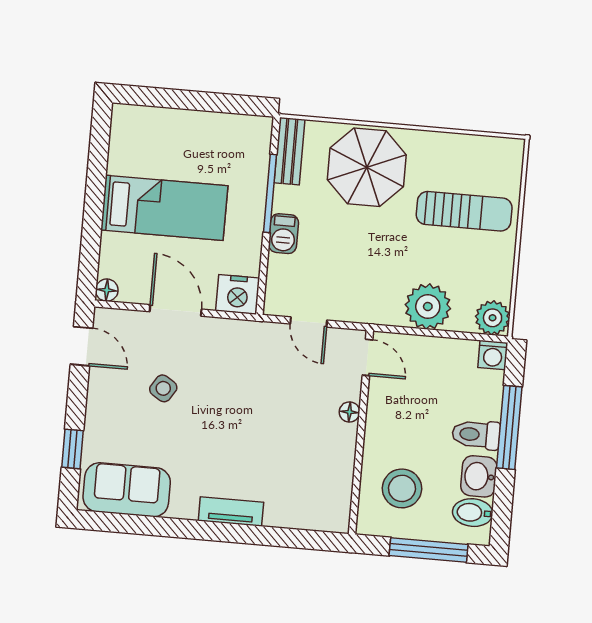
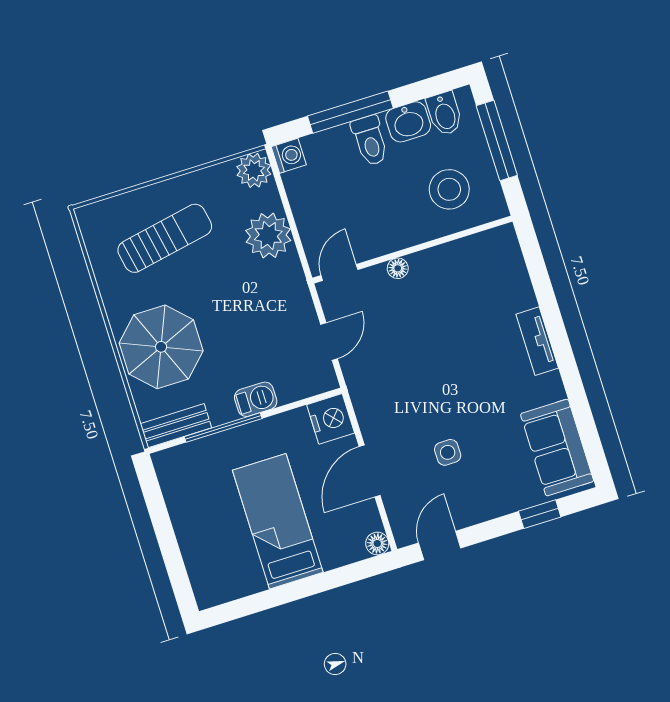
sun lounger: (464, 211) -> (165, 238), turned 79
side table: (163, 388) -> (448, 452), turned -33

